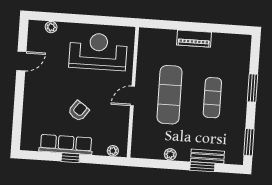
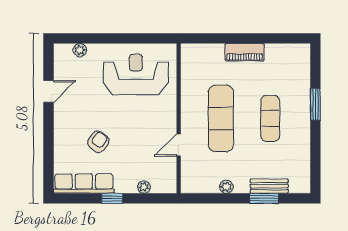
door: (133, 96) -> (179, 145), moved
armchair: (79, 111) -> (98, 142), moved
window: (249, 142) -> (315, 167), removed
row of seats: (66, 144) -> (84, 184), moved
plant: (113, 151) -> (144, 187), moved

